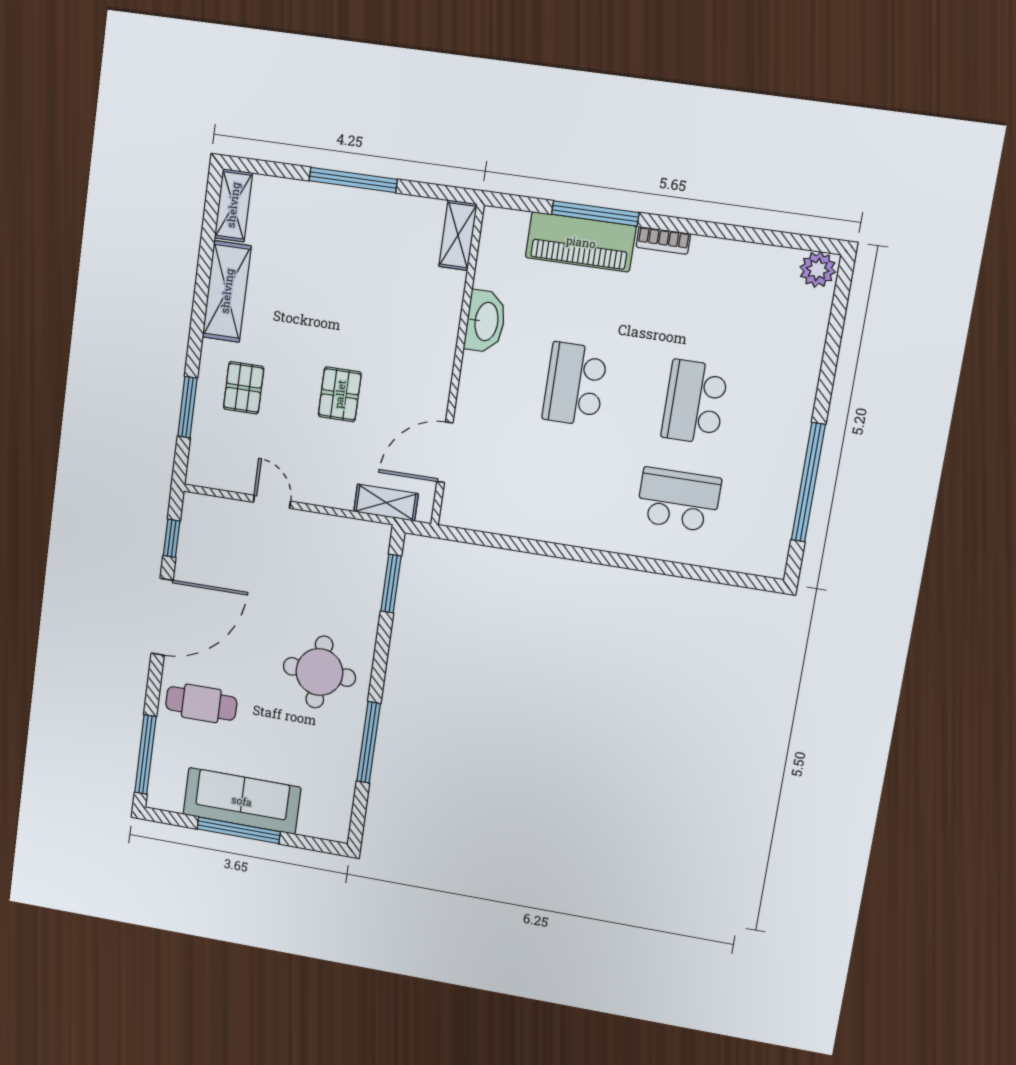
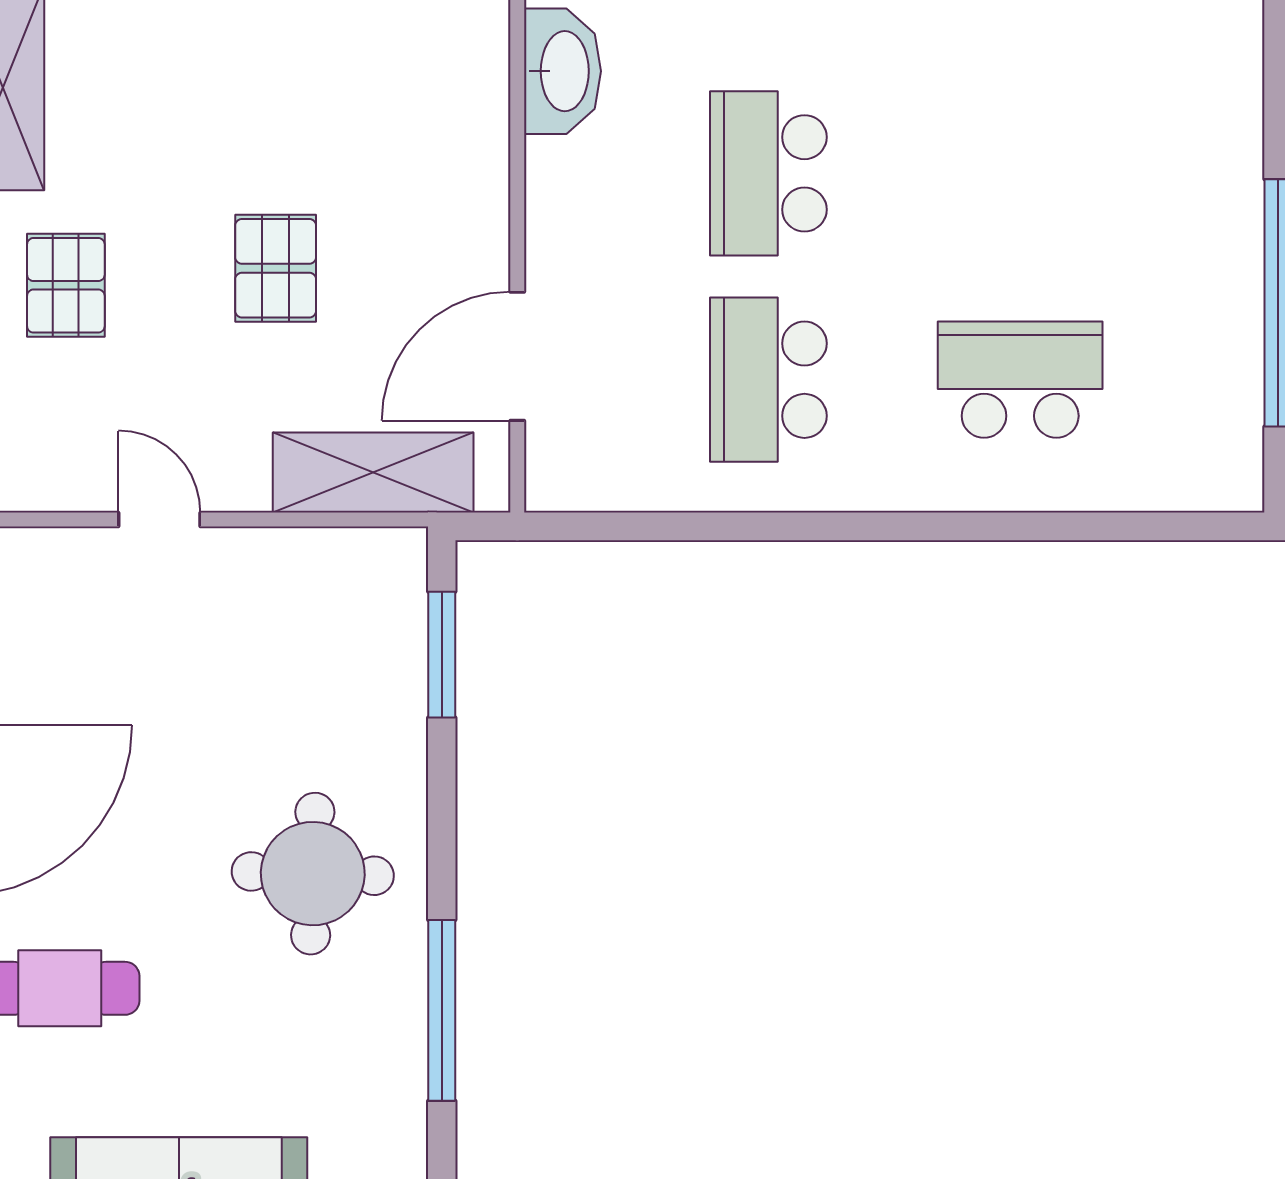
school desk: (695, 402) -> (768, 380), moved
shelving: (386, 503) -> (373, 473), width x1.50, depth x1.33

